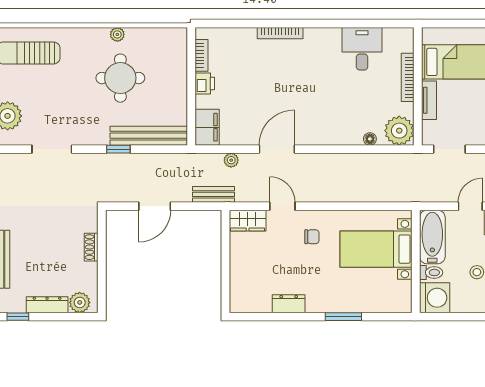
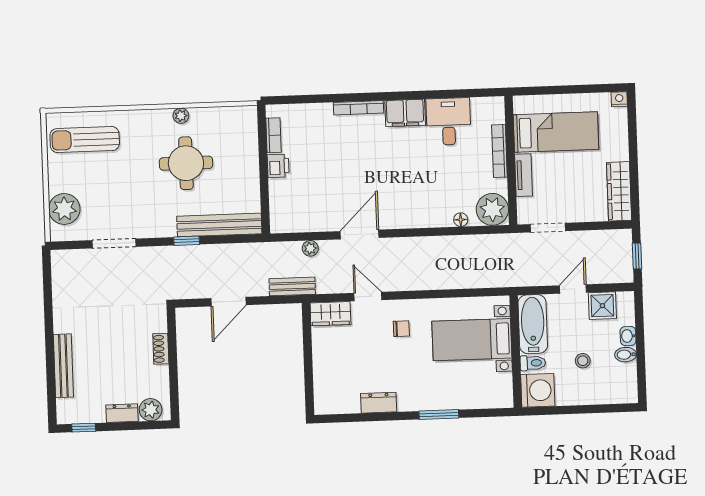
filing cabinet: (207, 127) -> (405, 113), moved, turned 90
dresser: (47, 305) -> (122, 413), width x0.70

